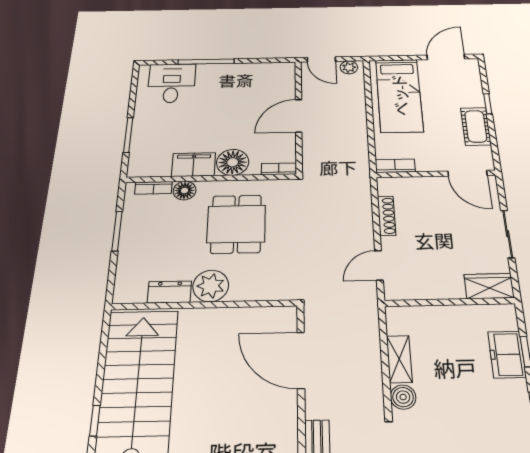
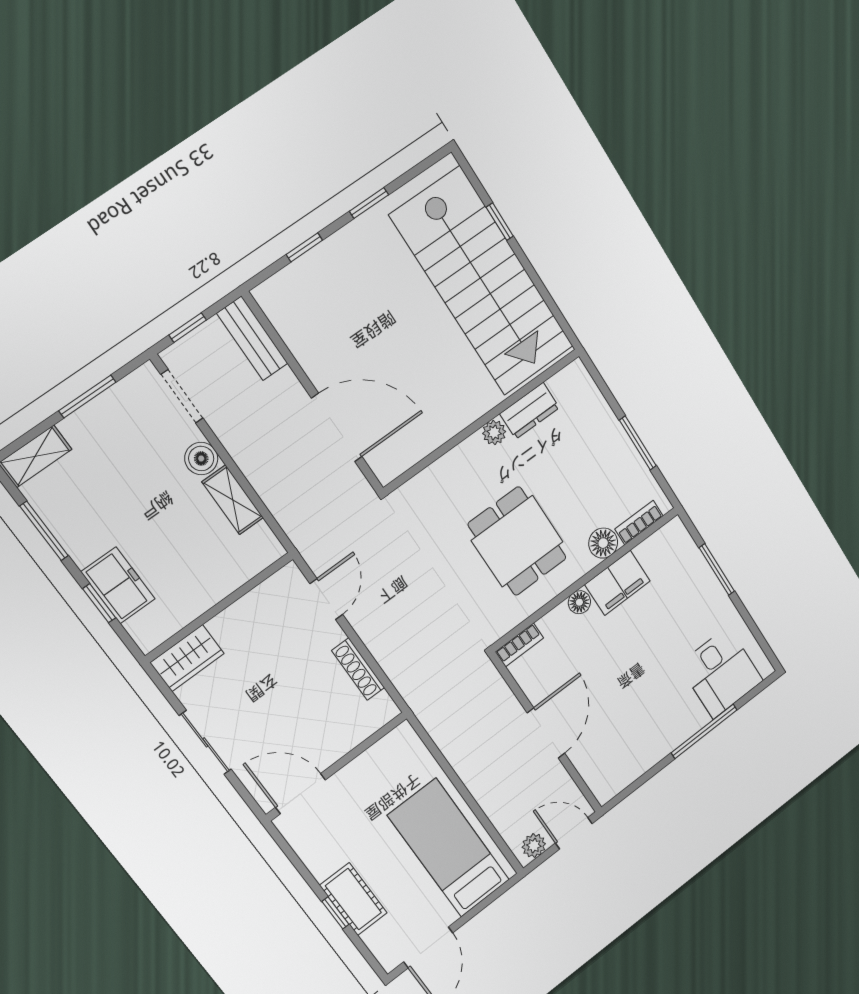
cot: (476, 126) -> (353, 899), moved
floor lamp: (233, 162) -> (579, 602), width x0.53, depth x0.53
bookcase: (395, 166) -> (391, 744), removed
plant: (211, 286) -> (494, 432), width x0.53, depth x0.53

